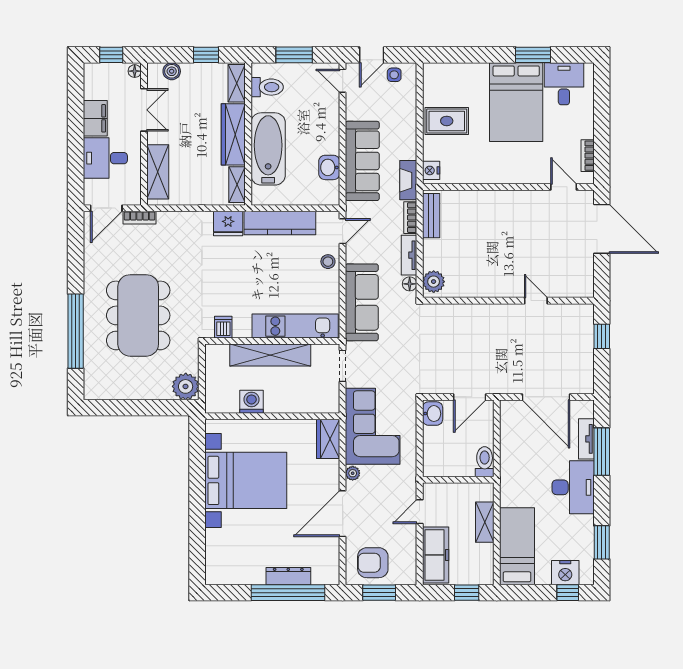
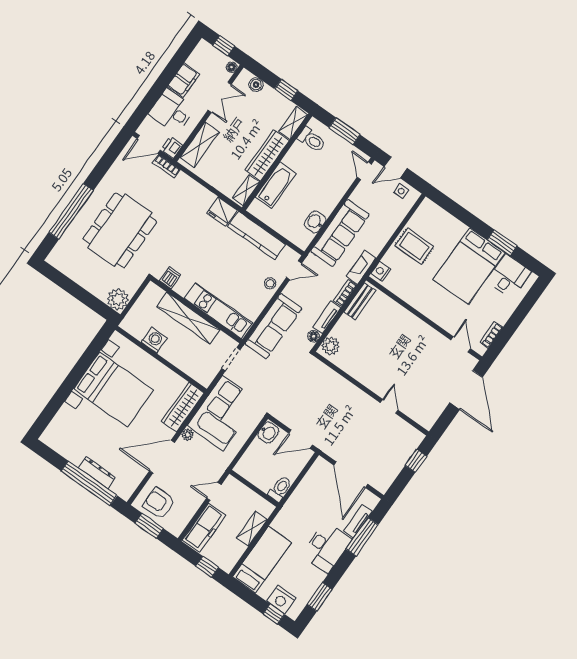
bathtub: (268, 149) -> (276, 185), width x0.73, depth x0.73
printer: (132, 195) -> (172, 148), added
wardrobe: (328, 439) -> (183, 407), width x1.50

